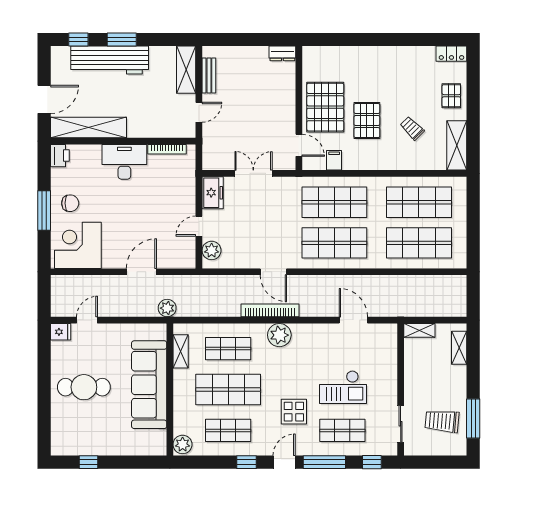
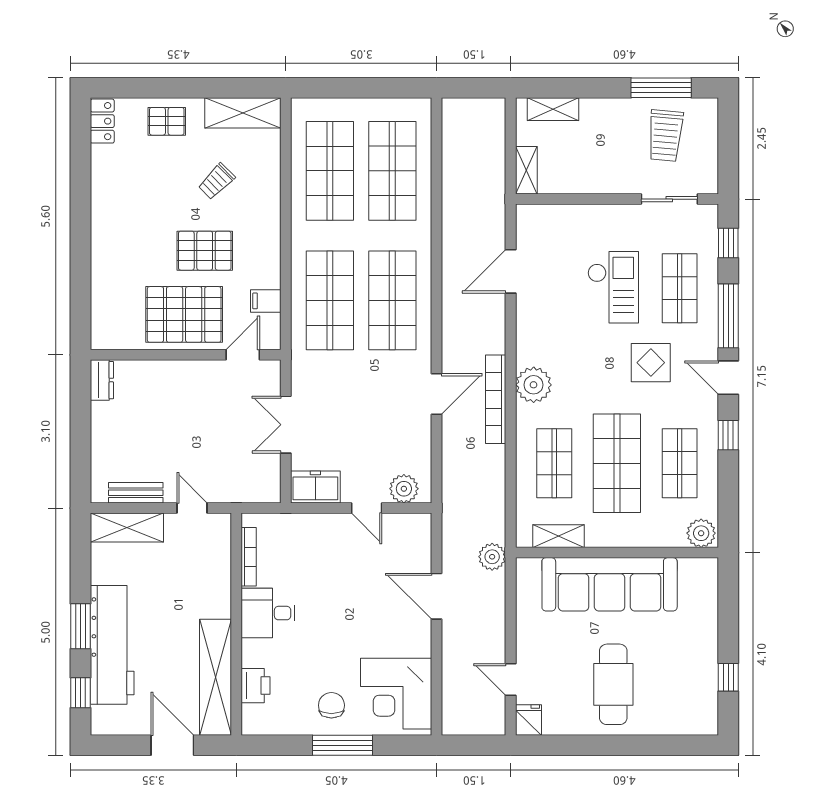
printer: (60, 156) -> (255, 686), moved, turned 90
desk: (124, 162) -> (268, 613), width x0.73

